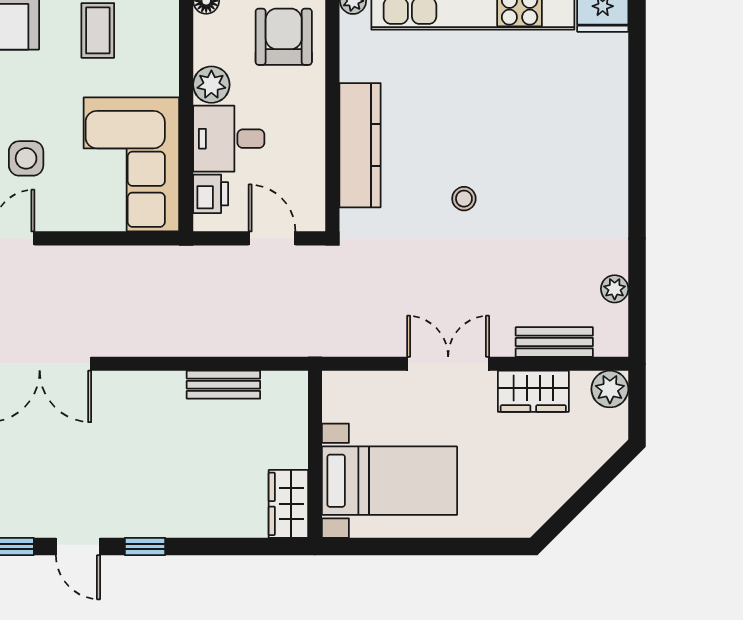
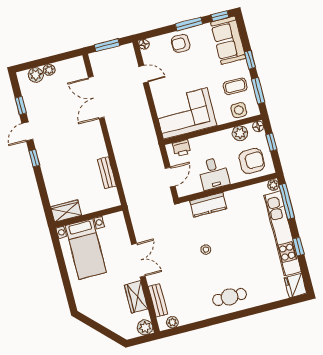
plant: (211, 85) -> (240, 133), moved
desk: (229, 139) -> (214, 173), moved, turned 180
kitchen counter: (360, 145) -> (208, 205), width x0.67
side table: (26, 158) -> (239, 110), moved
cafe table: (590, 172) -> (230, 297), added
plant: (615, 289) -> (172, 322), moved

